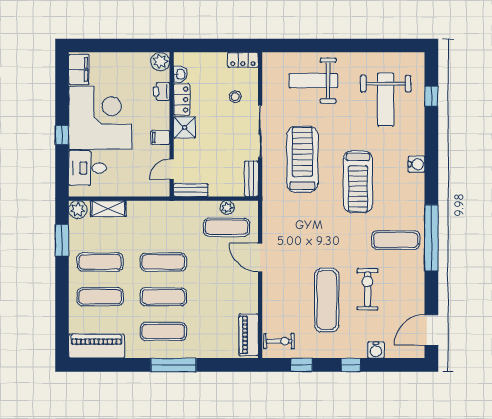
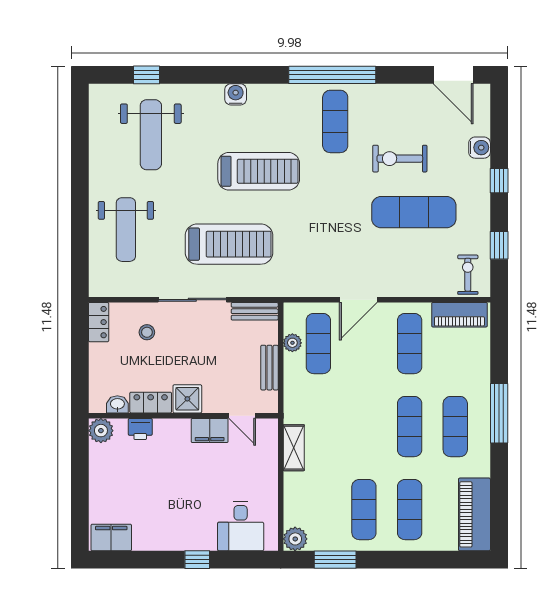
weight bench: (386, 100) -> (151, 135), turned 90
corner desk: (100, 118) -> (175, 509), removed
filing cabinet: (160, 137) -> (210, 431), width x2.00
treadmill: (302, 159) -> (229, 244), turned 180
bench: (191, 190) -> (269, 368), moved
shelving: (108, 208) -> (294, 448), moved
exercise mat: (163, 262) -> (410, 344), moved

